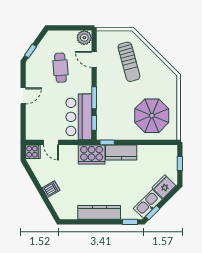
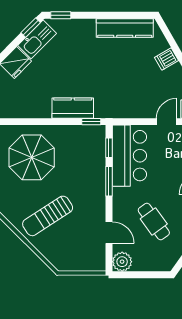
sun lounger: (129, 62) -> (48, 216), moved, turned -108
cafe table: (60, 68) -> (154, 221), turned -32
door: (51, 142) -> (167, 122), hinge flipped
cooker: (92, 154) -> (112, 105), removed
kitchen counter: (99, 212) -> (125, 28), moved

